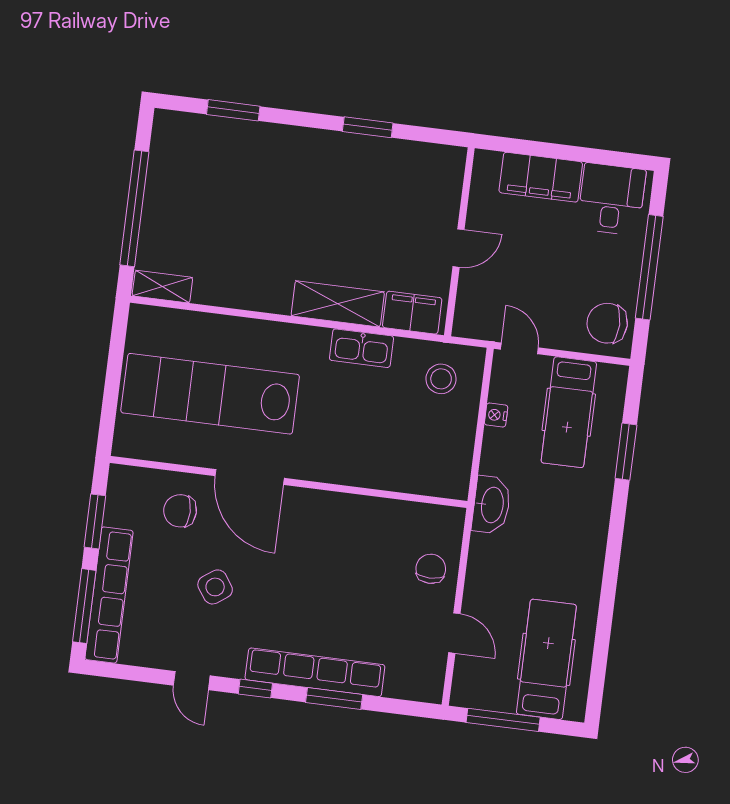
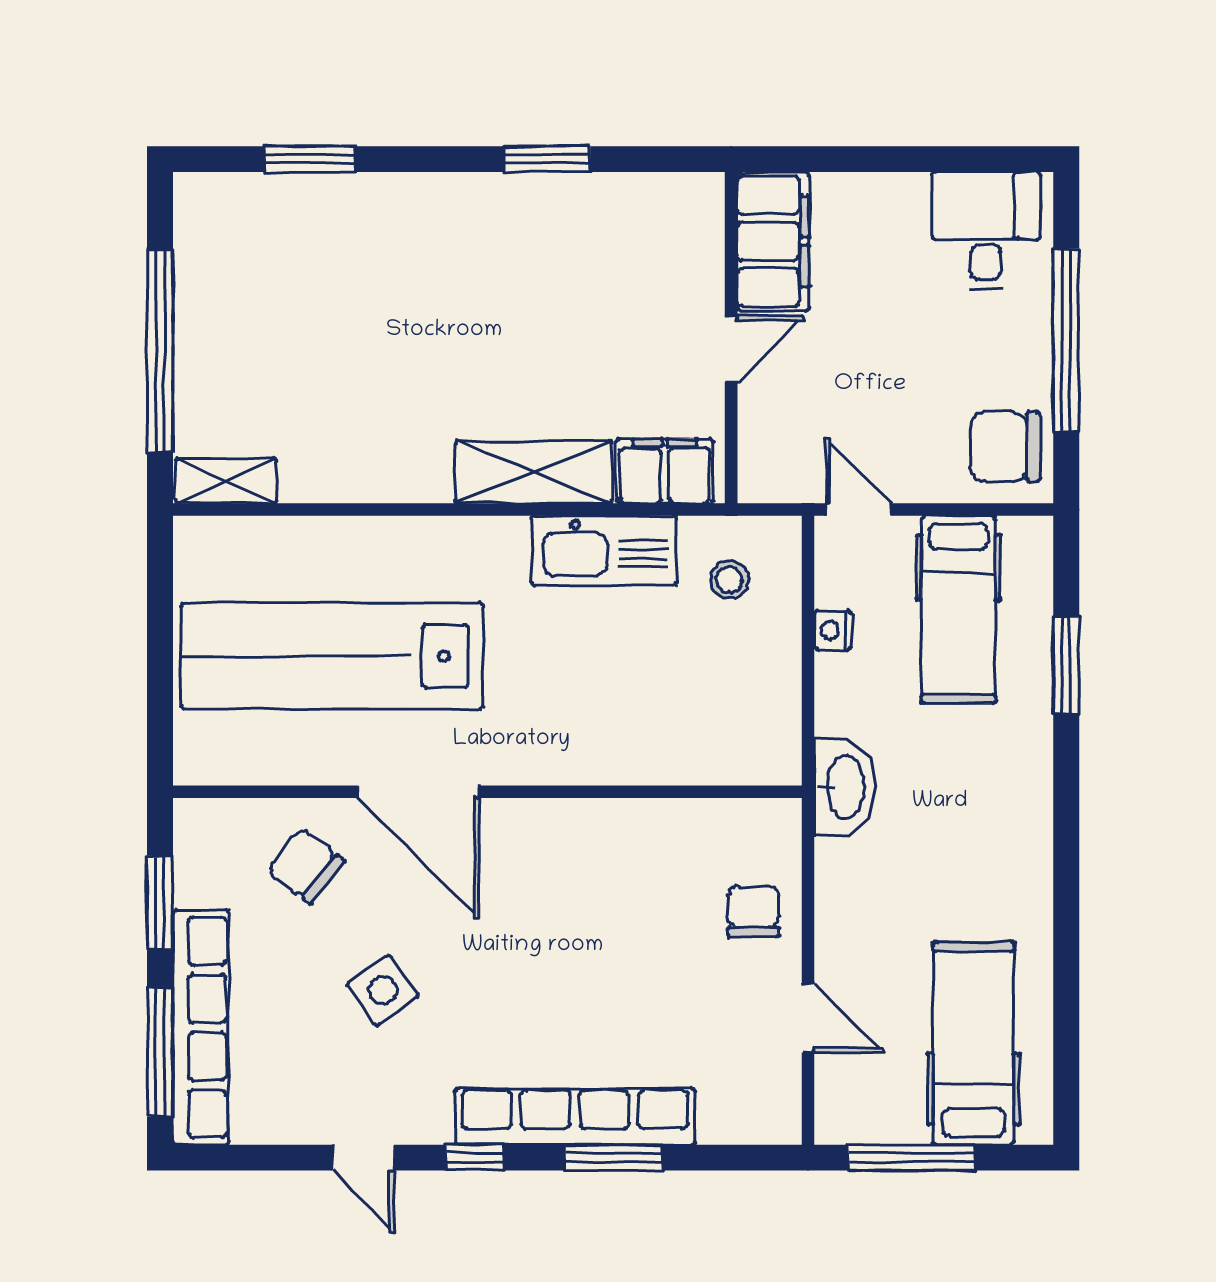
filing cabinet: (541, 177) -> (773, 241), moved, turned -90
kitchen sink: (362, 348) -> (604, 551), width x1.36, depth x1.24
stool: (441, 379) -> (729, 580), width x0.73, depth x0.73
chair: (180, 511) -> (306, 866), turned 37

